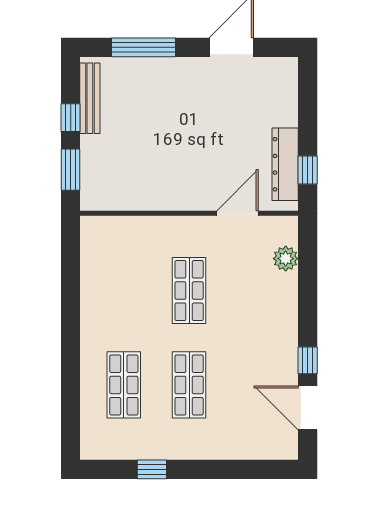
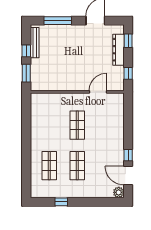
window: (308, 94) -> (128, 41), added
dresser: (285, 164) -> (118, 50), moved
plant: (286, 259) -> (119, 192), moved

